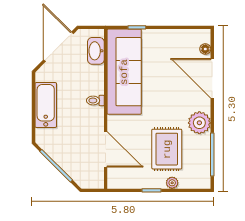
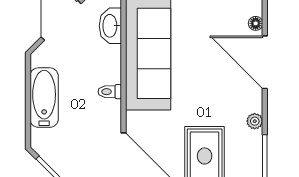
plant: (199, 123) -> (255, 121), width x0.53, depth x0.53

